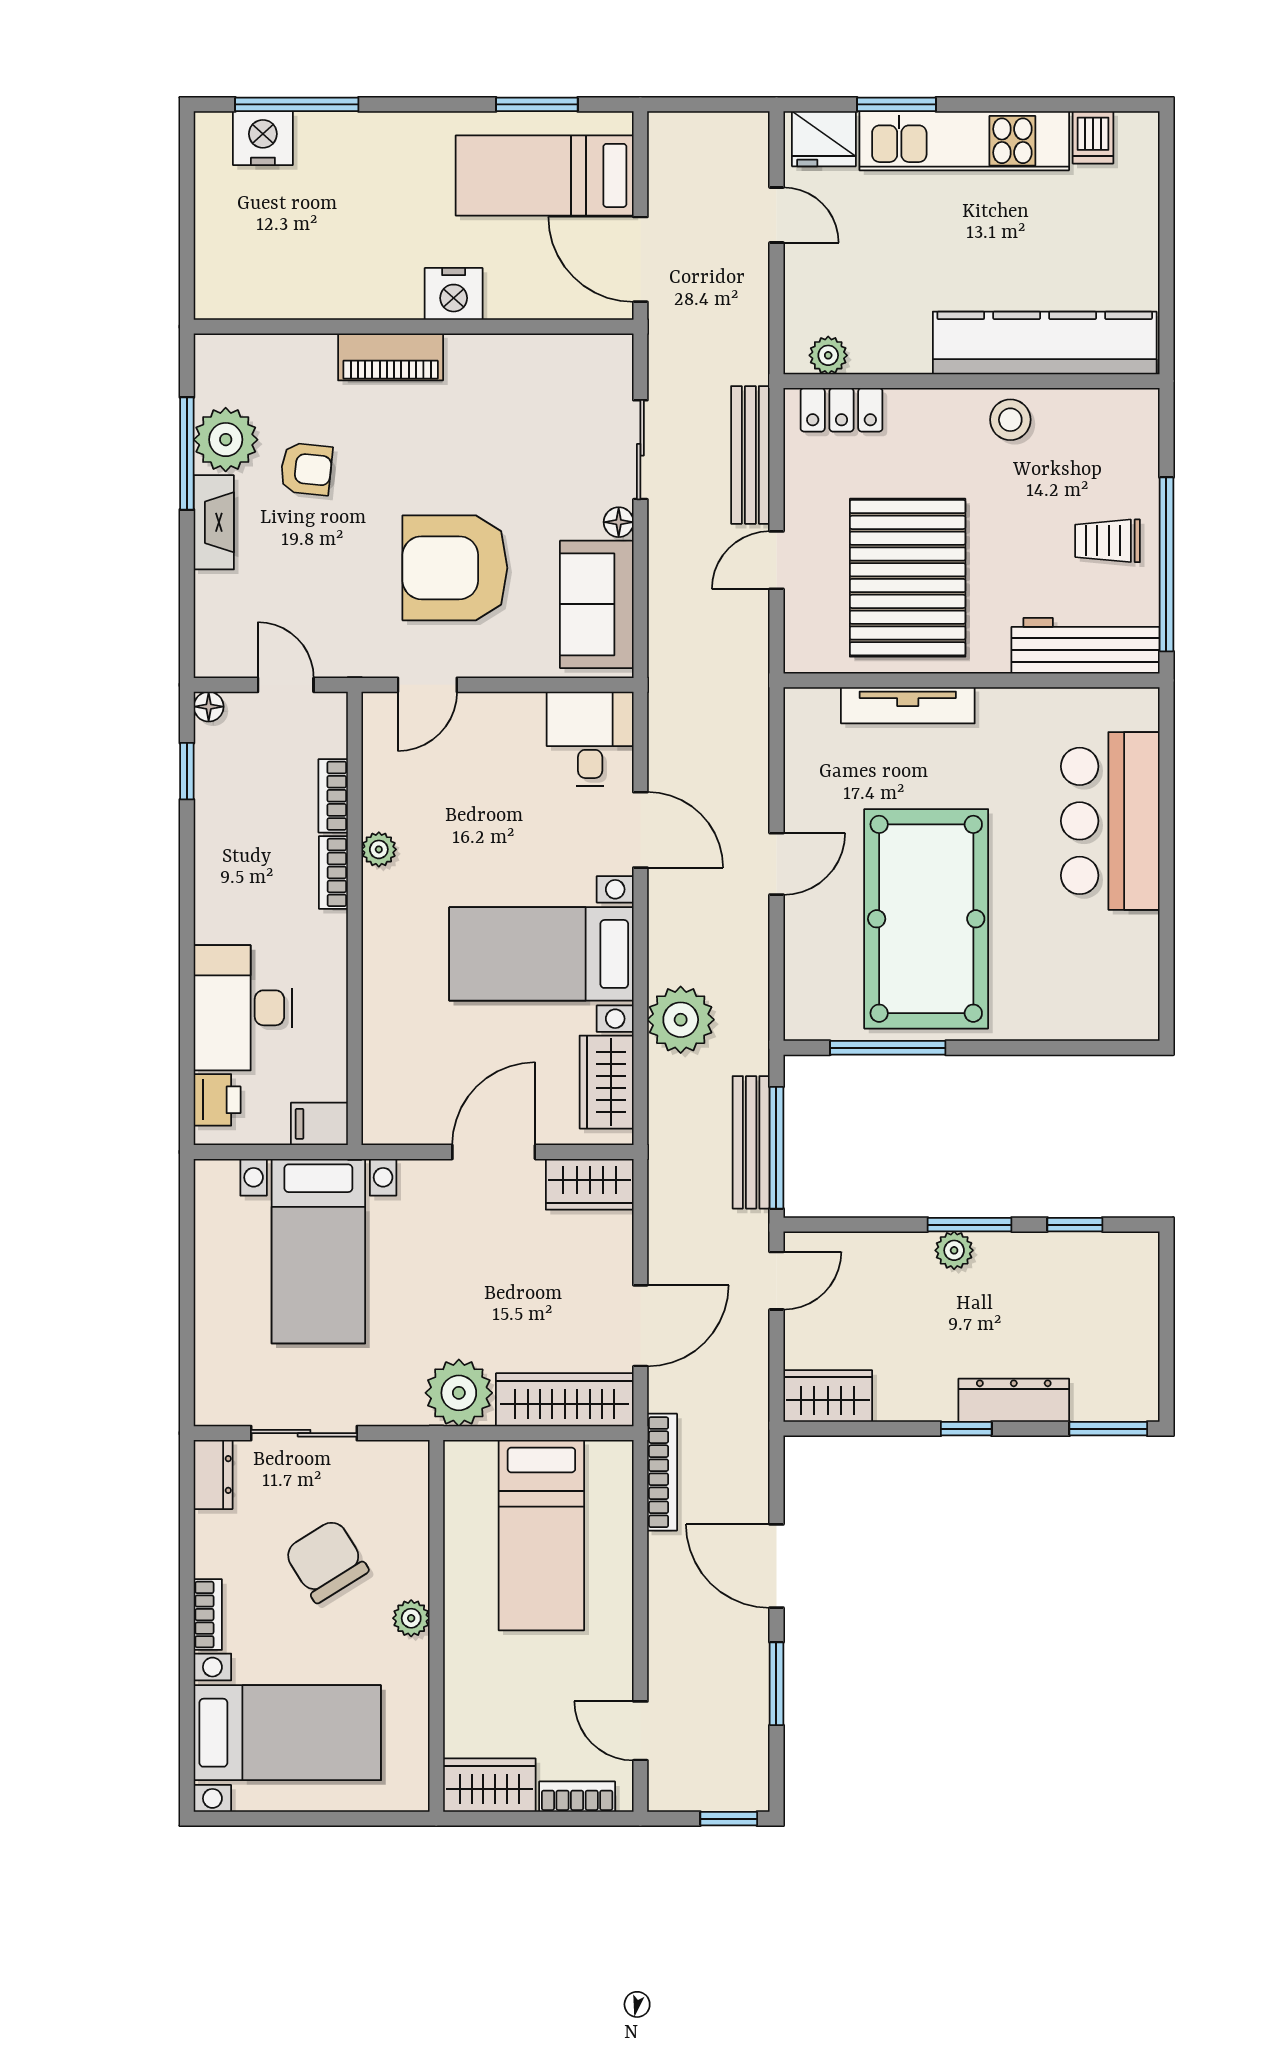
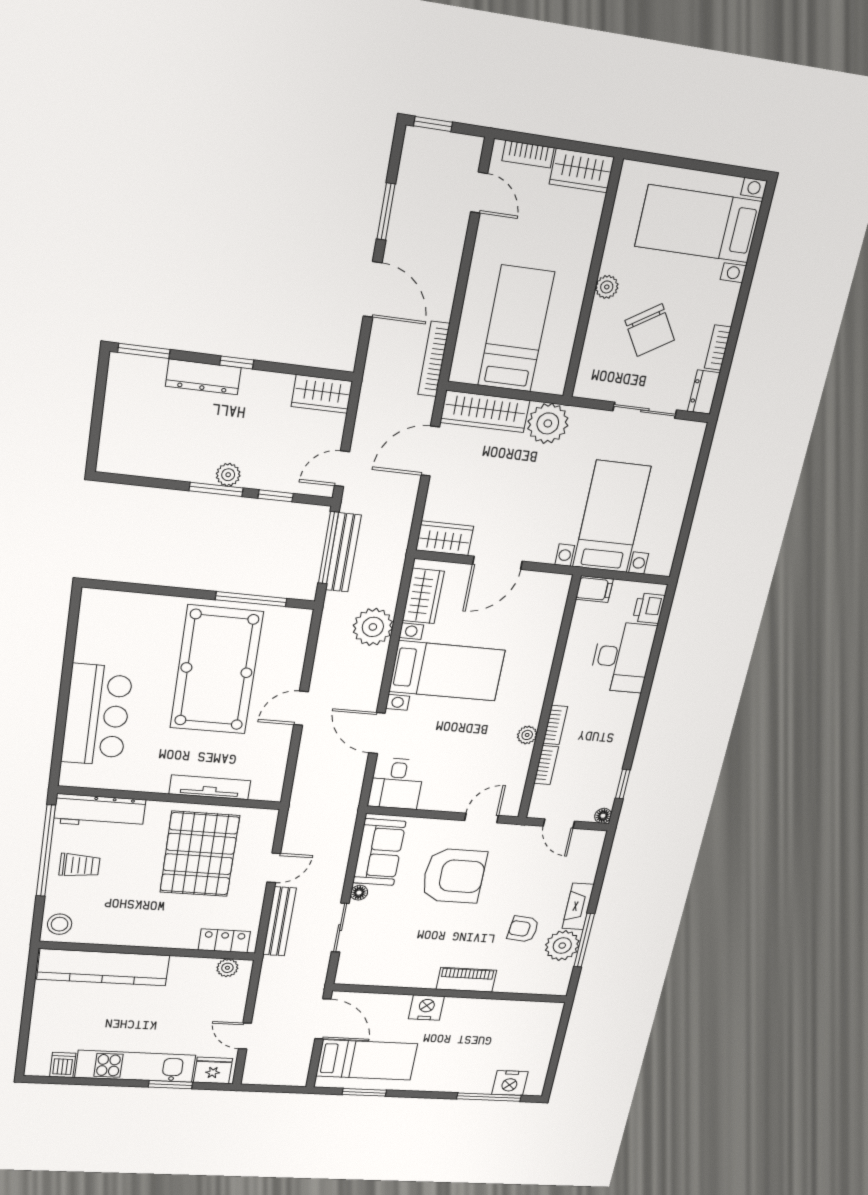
stool: (1010, 420) -> (60, 924), moved
window: (1075, 1225) -> (276, 496), moved
bookcase: (208, 1615) -> (718, 348), moved

